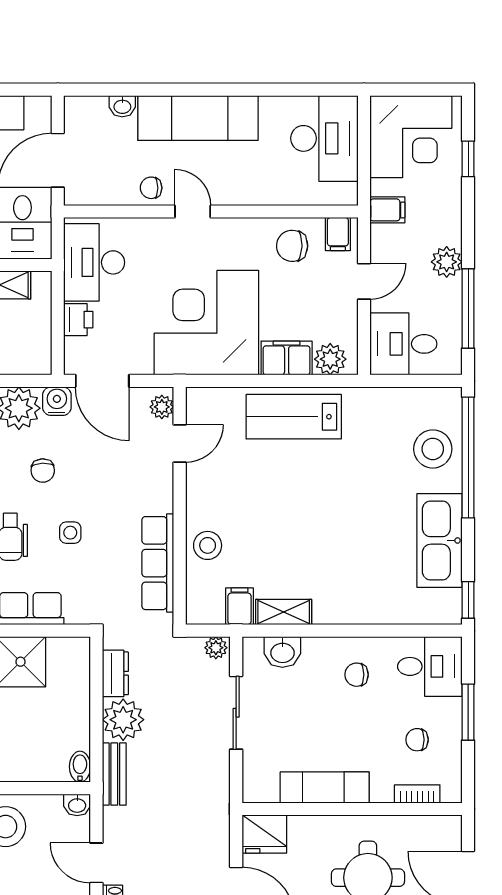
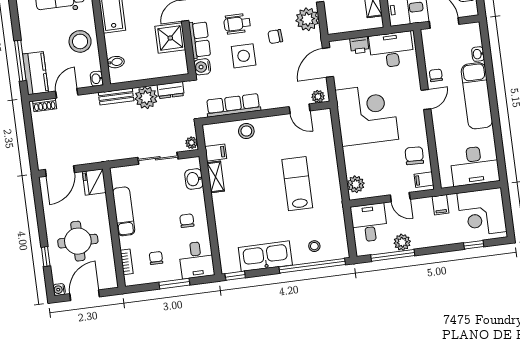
plant: (447, 262) -> (402, 242), moved
filing cabinet: (287, 358) -> (353, 161), removed
water cooler: (57, 401) -> (202, 67), moved, turned 180
lab bench: (294, 417) -> (297, 184), moved
stool: (433, 449) -> (314, 246), width x0.53, depth x0.53
side table: (70, 533) -> (244, 56), width x1.87, depth x1.87
bidet: (80, 767) -> (116, 62), moved

